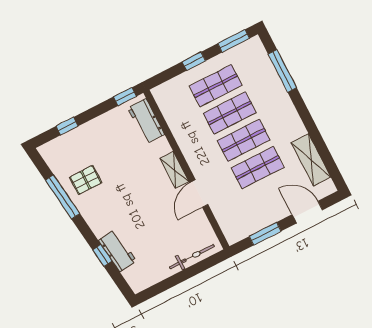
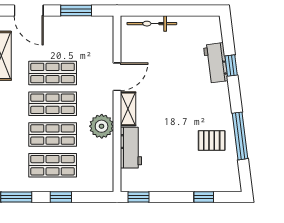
workbench: (146, 121) -> (131, 148), moved
plant: (190, 143) -> (102, 126), added

